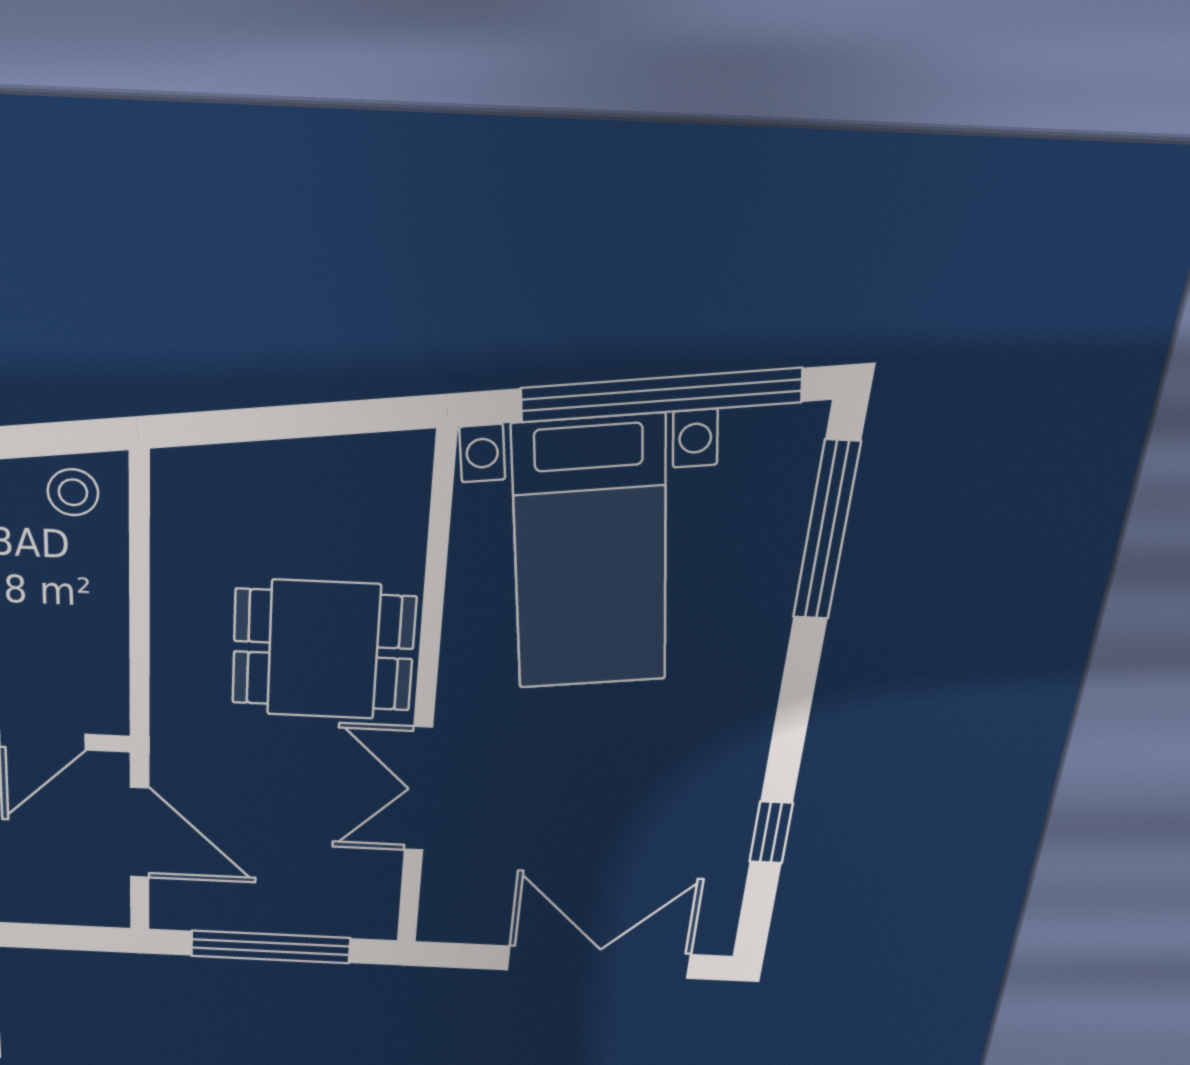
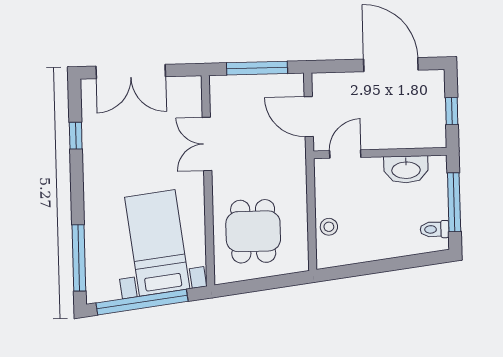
stool: (73, 492) -> (329, 227), moved
dining table: (323, 650) -> (253, 231), moved, turned 90
double door: (418, 789) -> (207, 144), swing flipped

